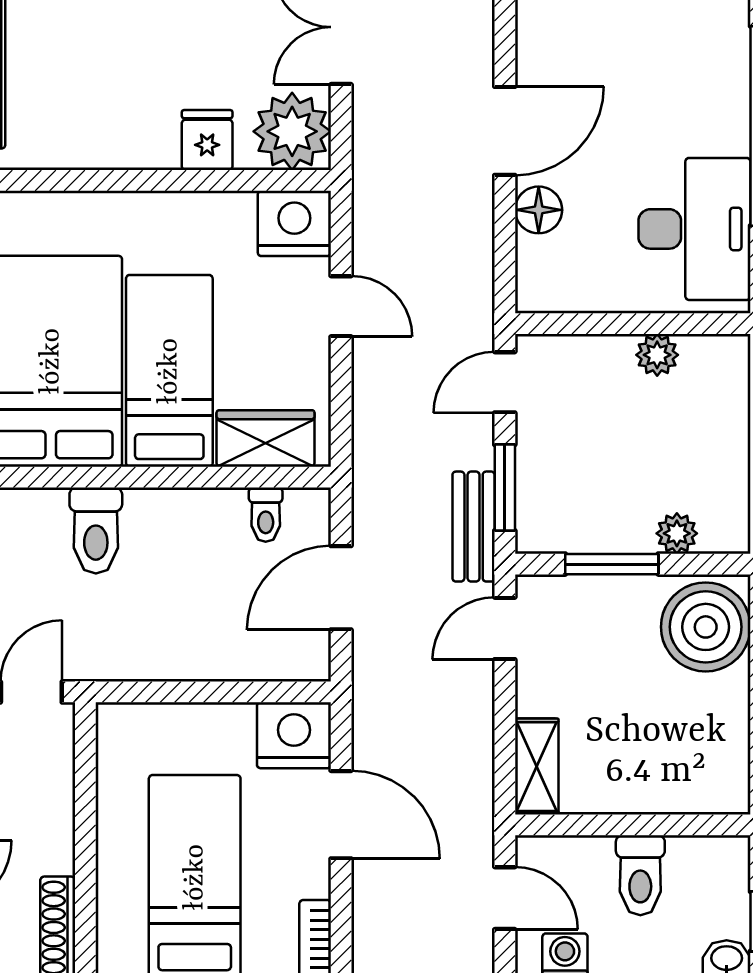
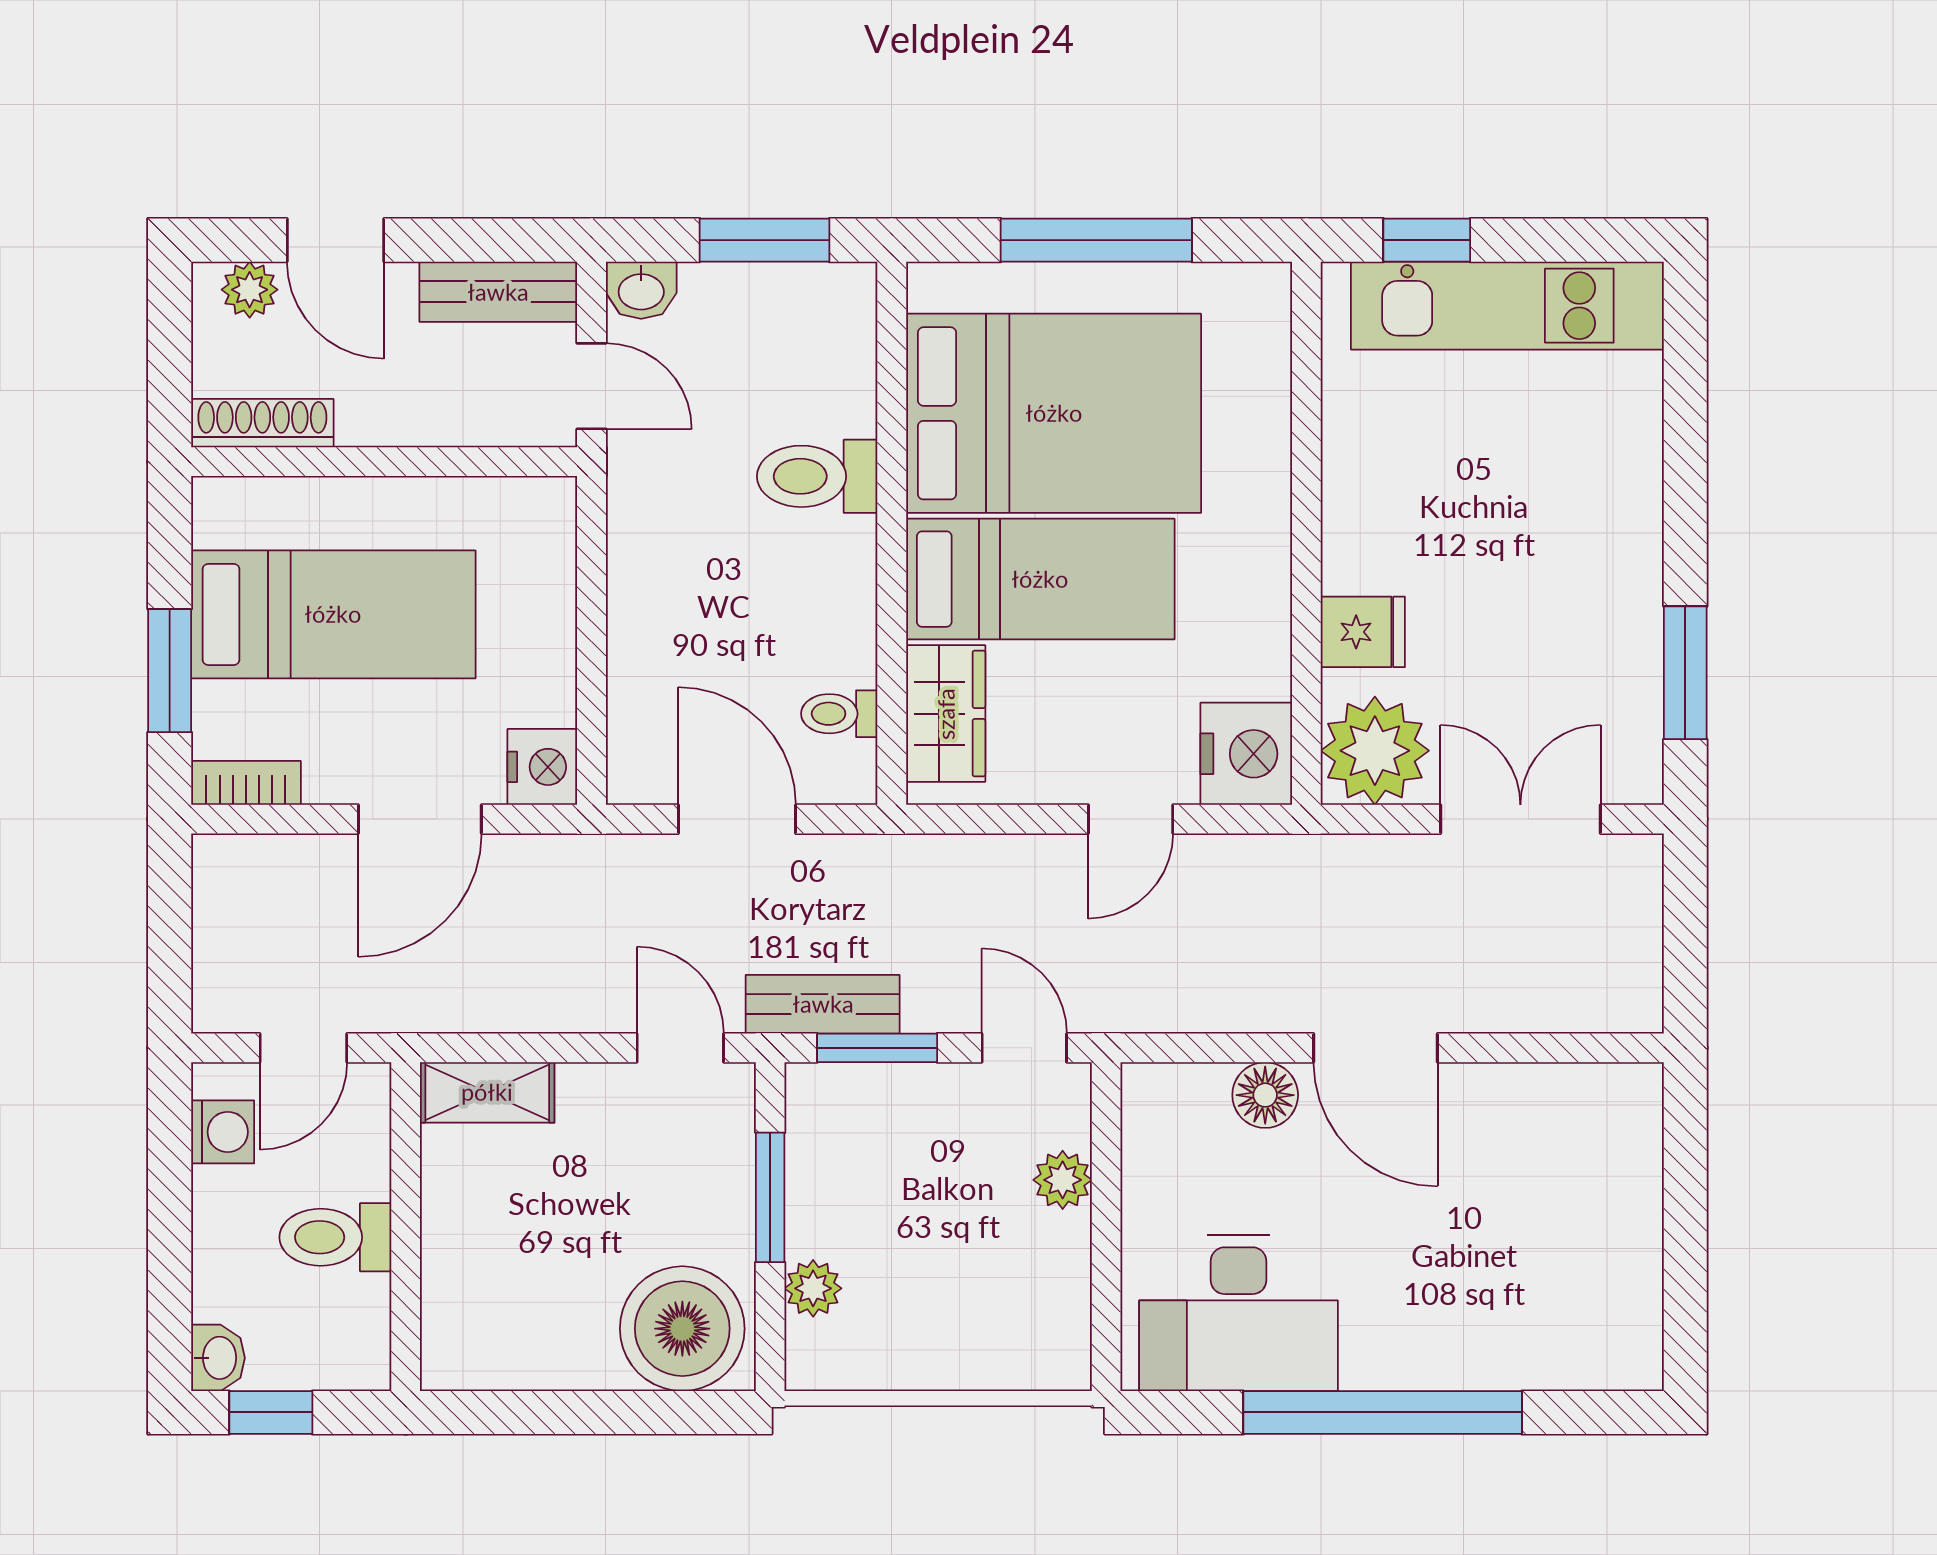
plant: (657, 355) -> (1063, 1180), moved
nightstand: (294, 735) -> (542, 767), width x0.74, depth x0.75

